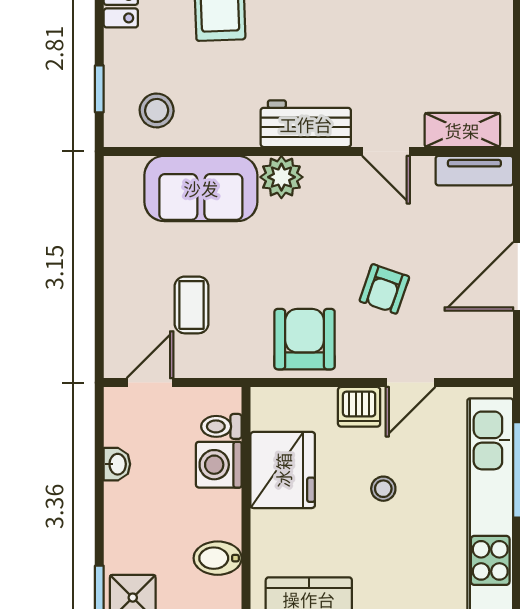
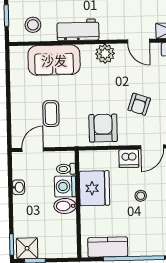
workbench: (306, 124) -> (78, 30), moved
plant: (281, 177) -> (105, 54), moved
bidet: (218, 558) -> (65, 206), moved

